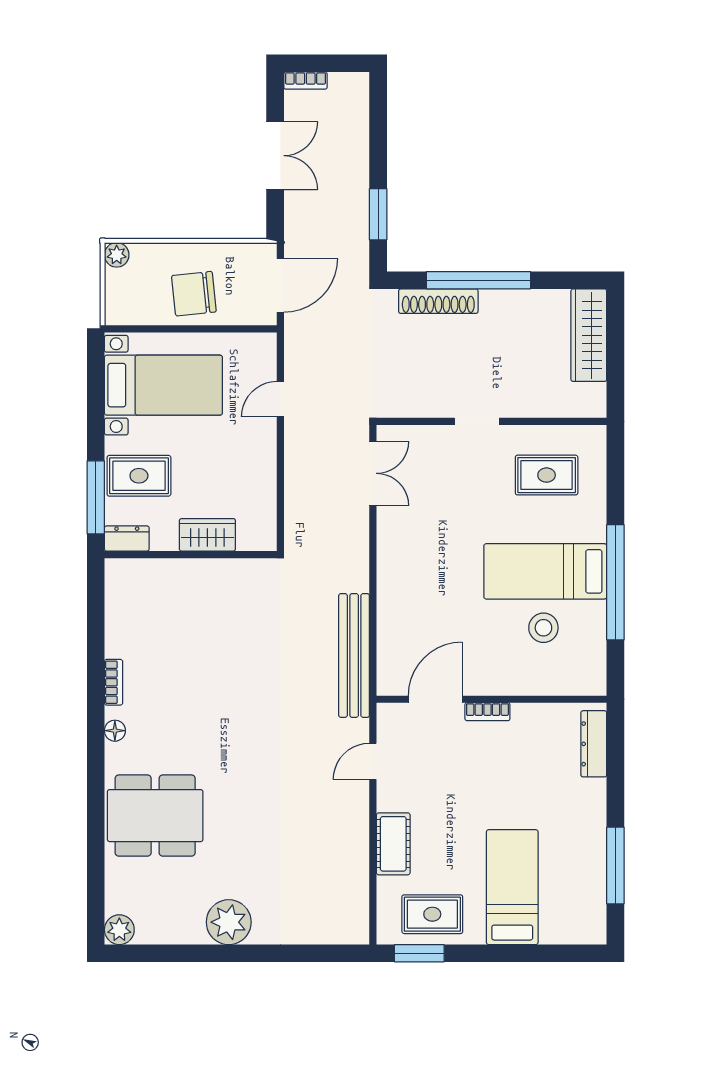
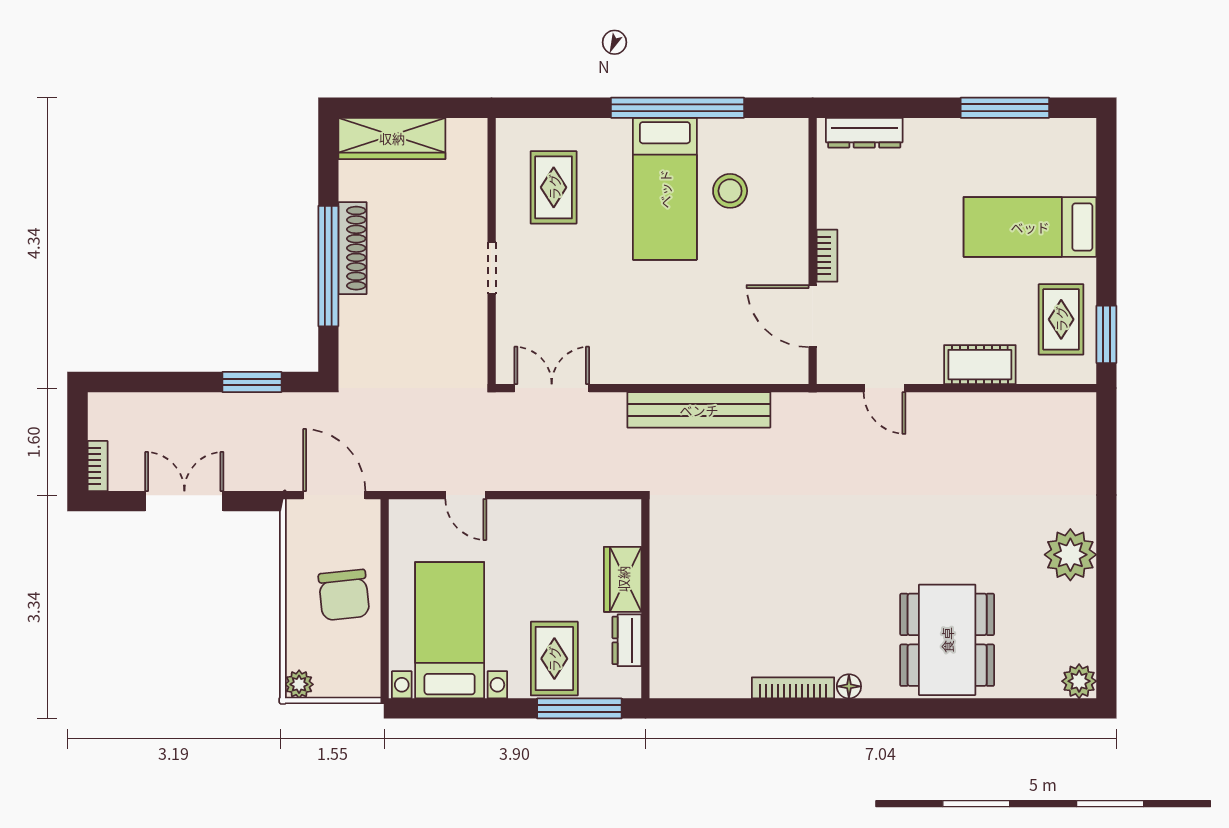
shoe rack: (438, 301) -> (353, 248), moved
dresser: (127, 538) -> (627, 640), moved
bench: (354, 655) -> (699, 410), moved
bookcase: (114, 682) -> (793, 688), width x1.56

